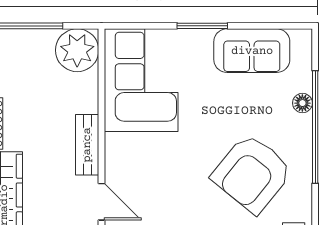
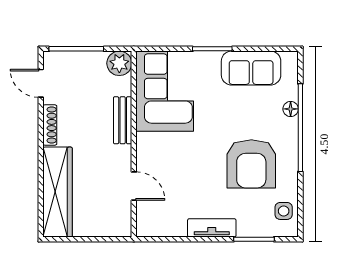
plant: (77, 50) -> (119, 63), width x0.73, depth x0.73
bench: (87, 145) -> (123, 120), moved
armchair: (252, 173) -> (251, 164), turned -39

